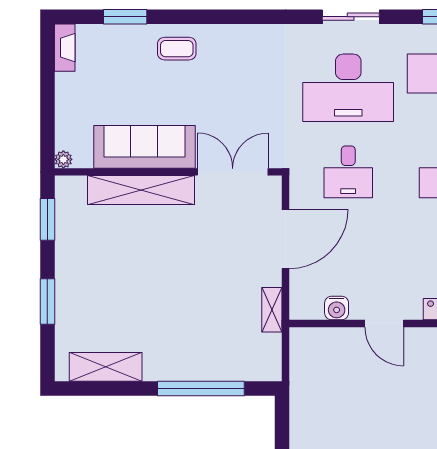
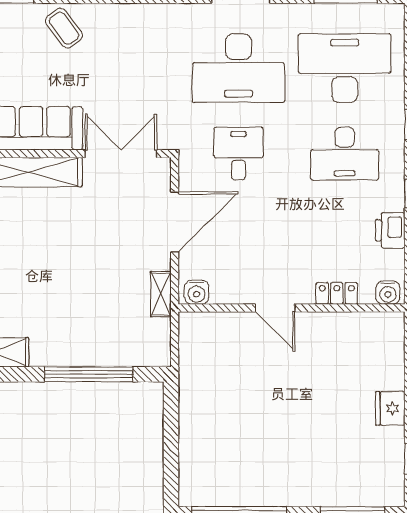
coffee table: (177, 49) -> (64, 28), turned 53
desk: (348, 172) -> (238, 154), turned 180
water cooler: (337, 308) -> (197, 292), moved

